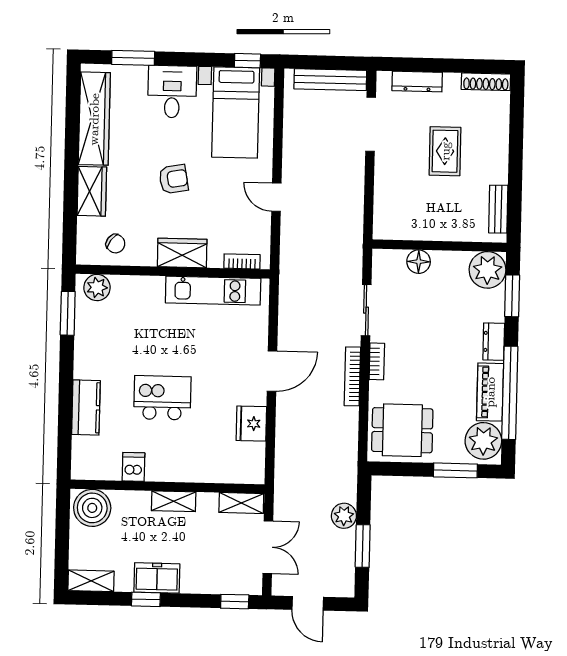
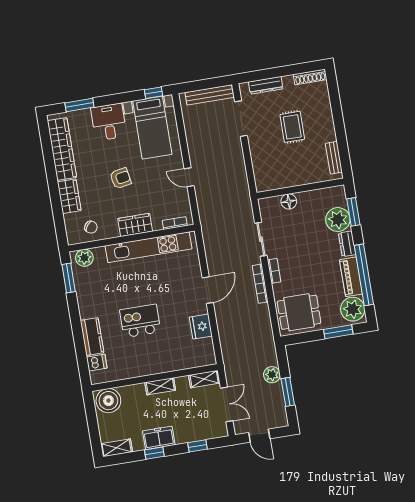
plant: (488, 270) -> (338, 220), moved
kitchen unit: (213, 291) -> (149, 247), width x1.36
dishwasher: (133, 467) -> (97, 363), moved, turned 90
window: (235, 602) -> (198, 446), moved

